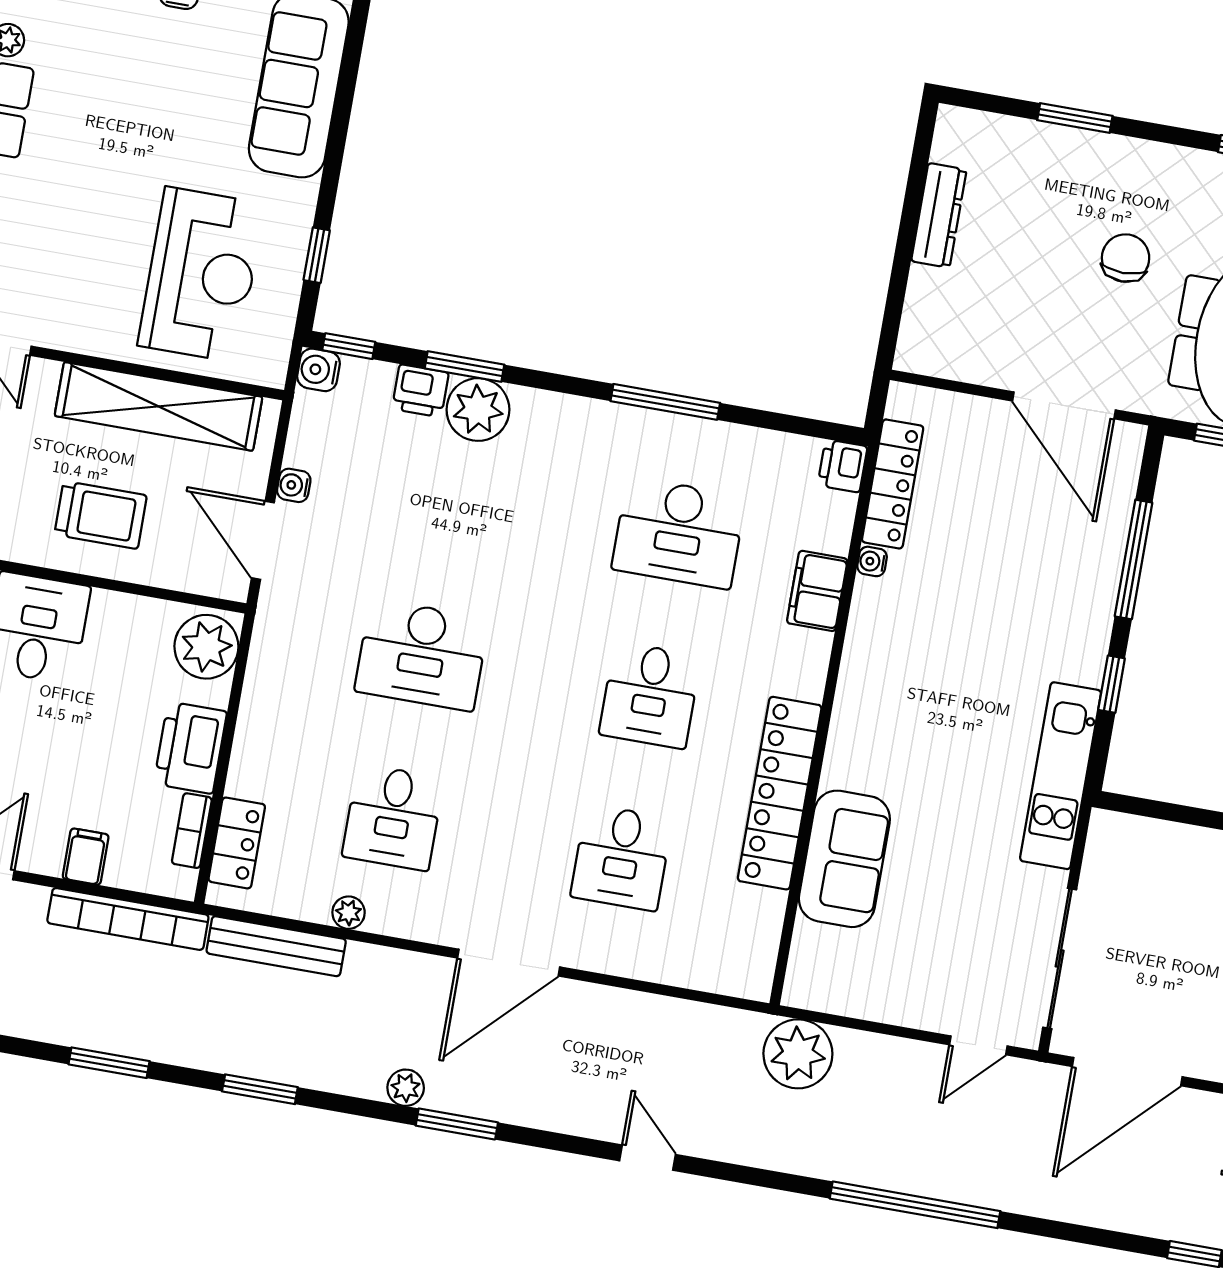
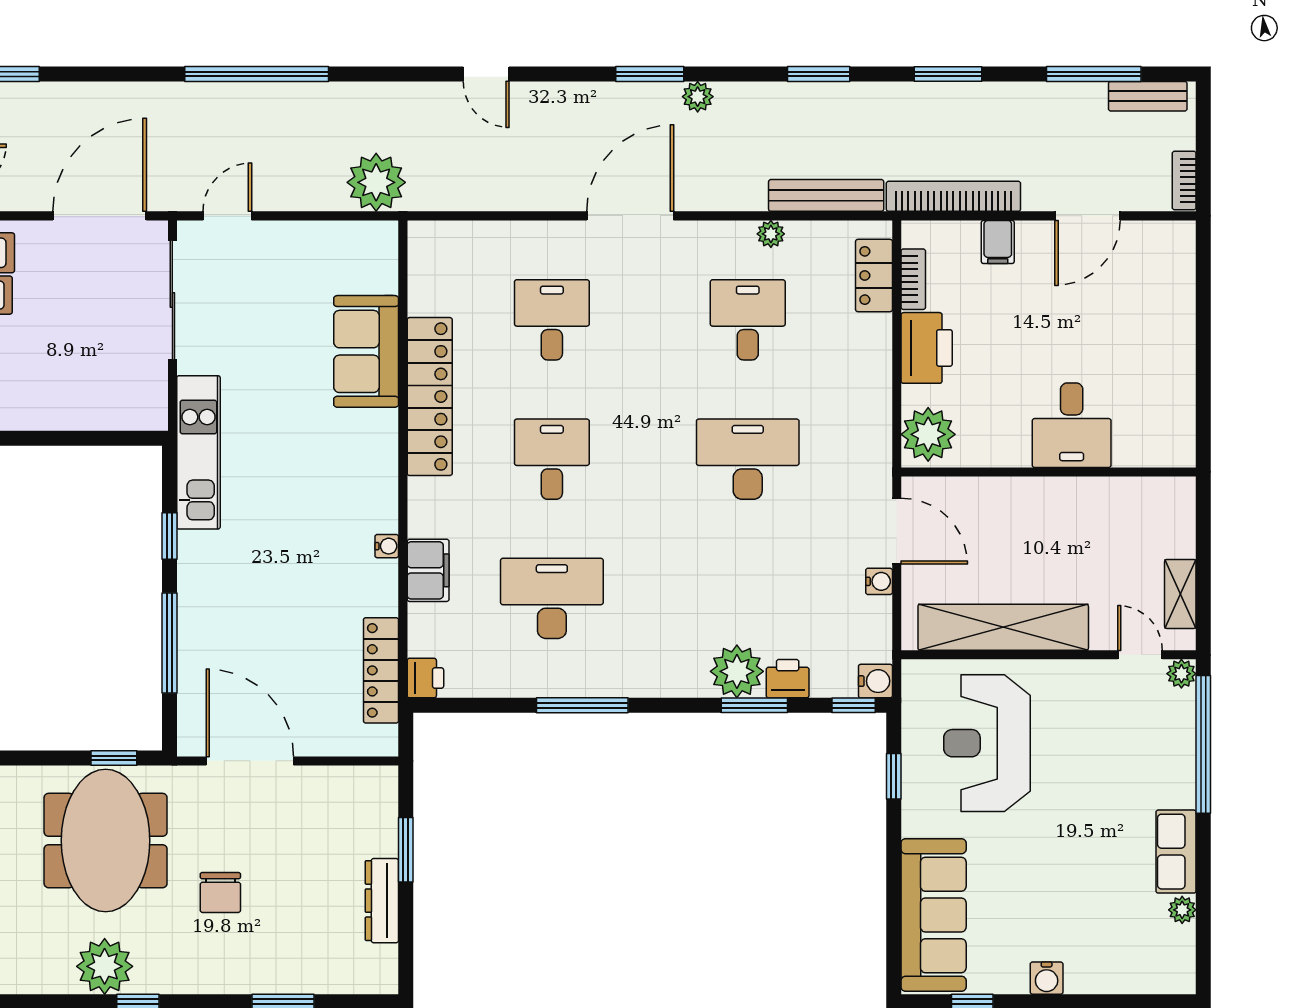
window: (901, 270) -> (406, 850), added
trolley: (101, 515) -> (1035, 528), removed
water cooler: (872, 561) -> (387, 546), moved

